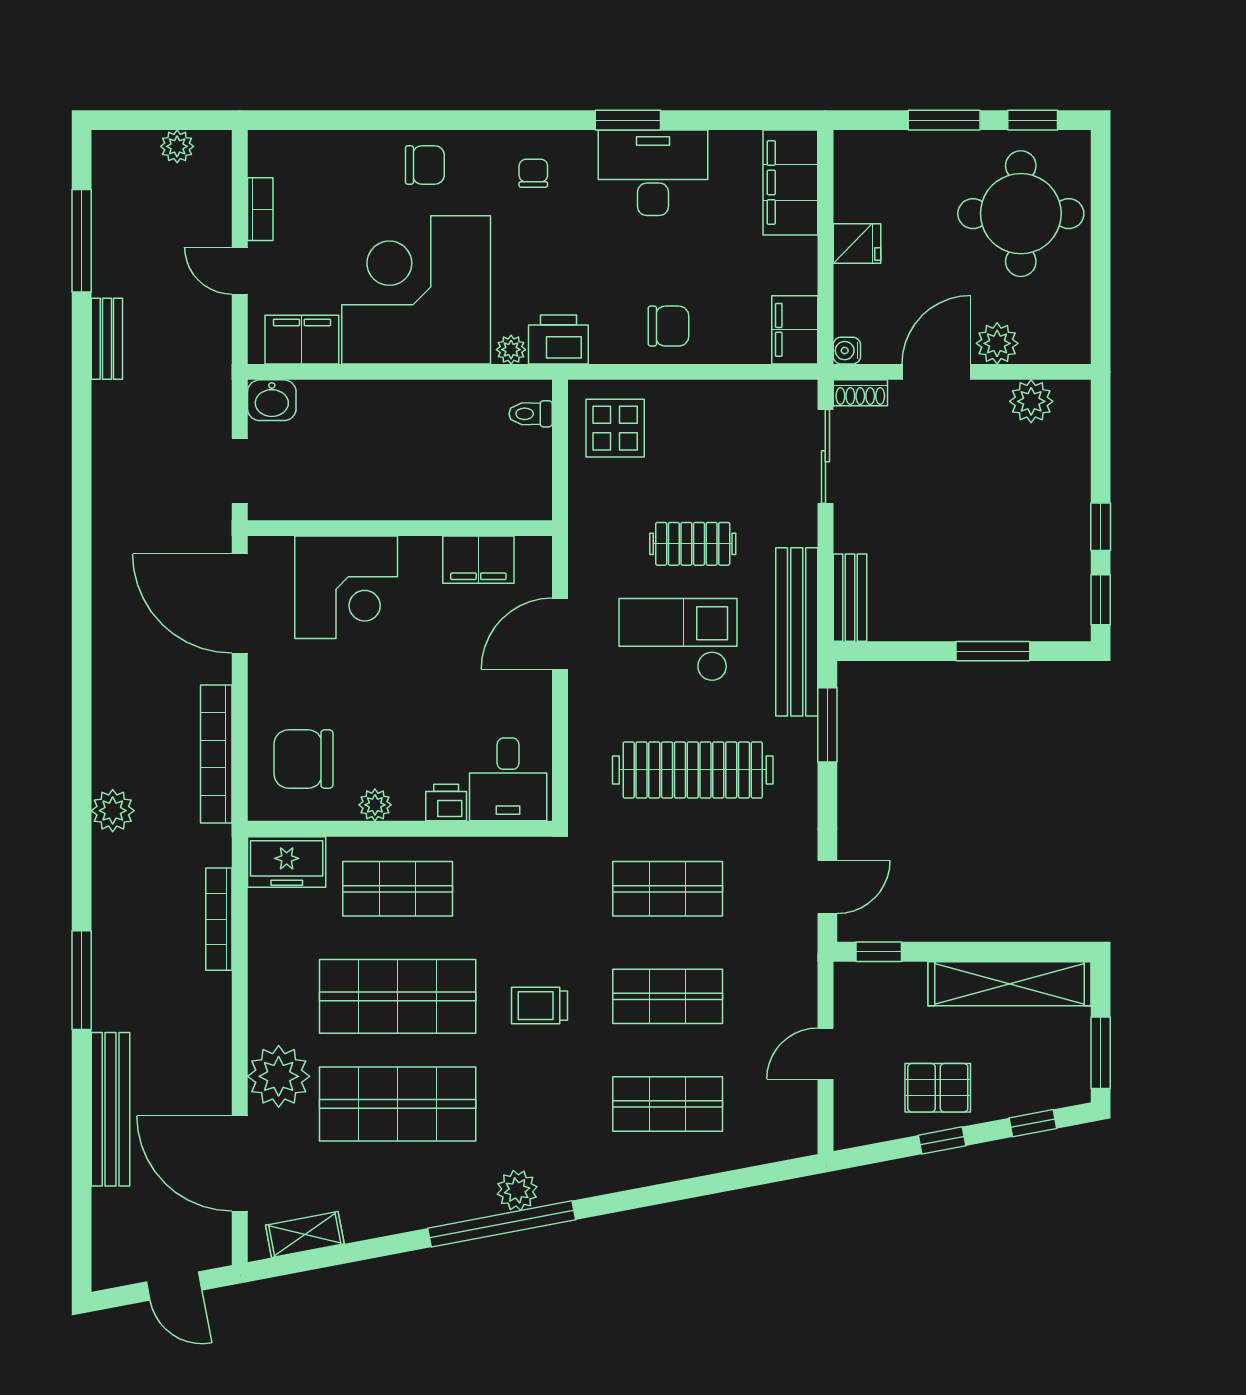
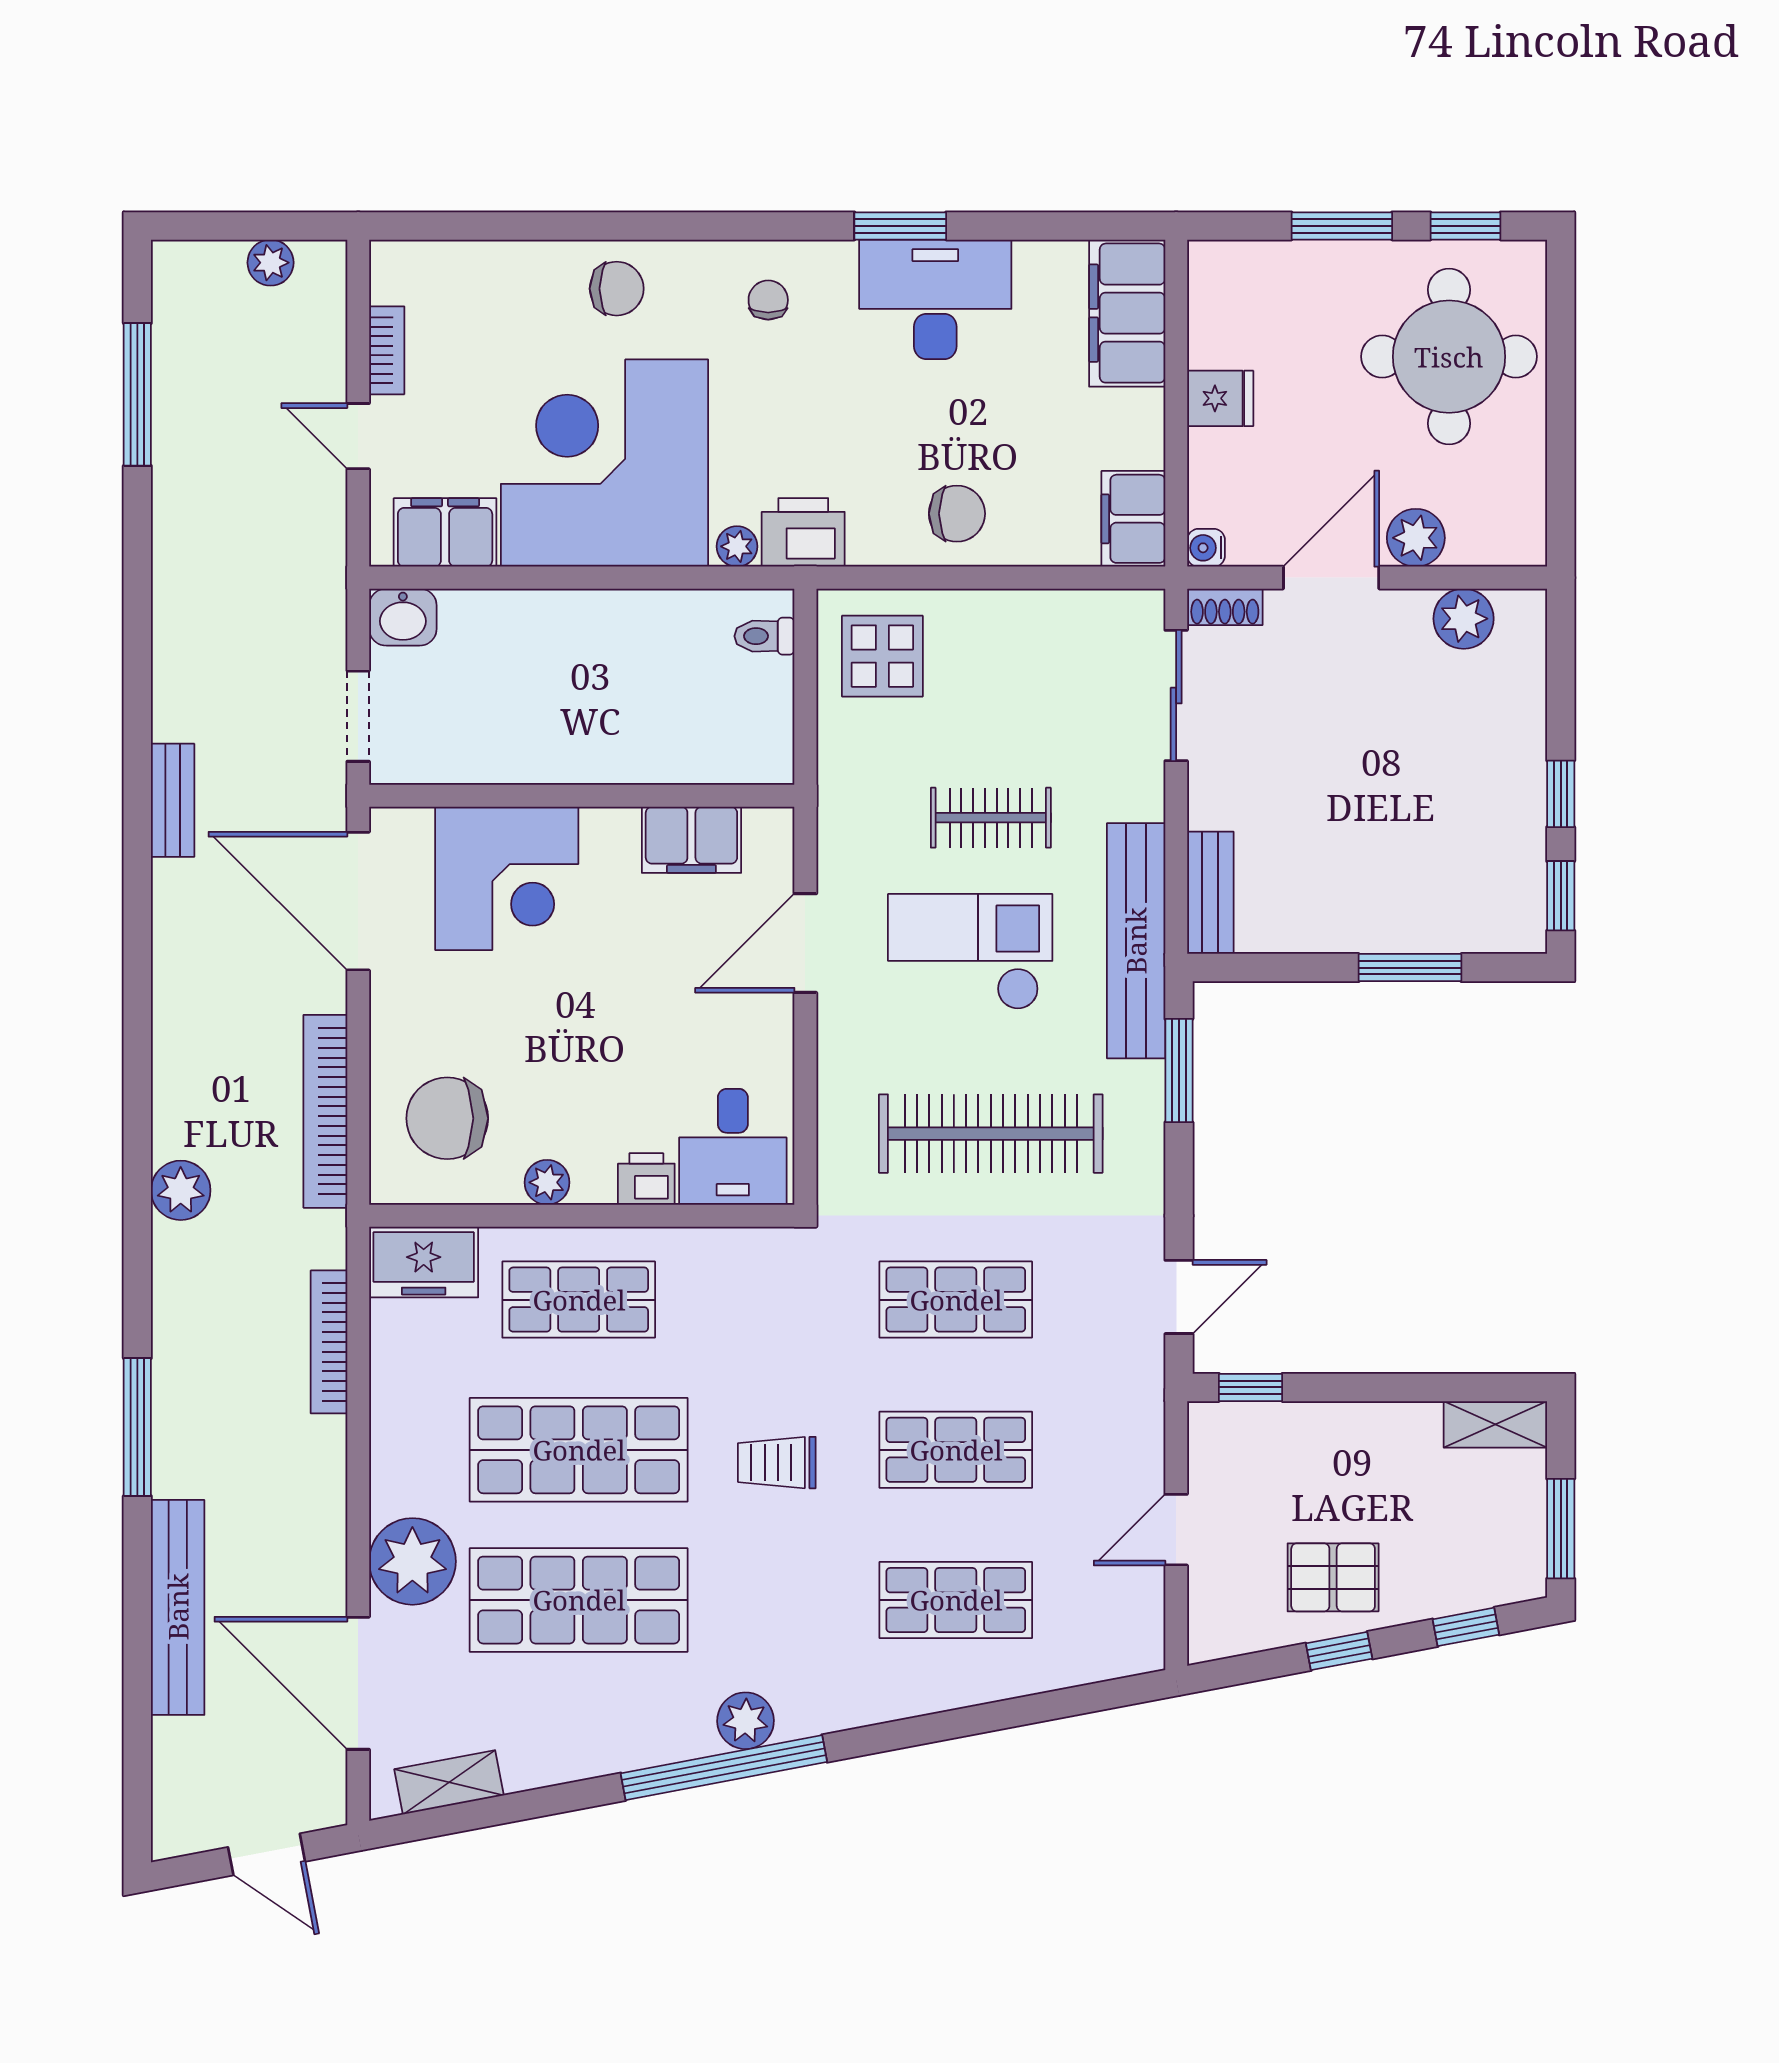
bench: (107, 339) -> (173, 800), moved
shelving: (1010, 984) -> (1495, 1424), width x0.45, depth x0.75

